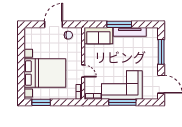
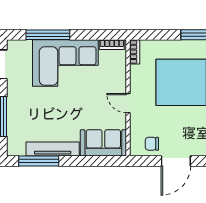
window: (119, 24) -> (39, 161), moved
door: (83, 71) -> (128, 103), moved
window: (122, 102) -> (48, 35), moved

